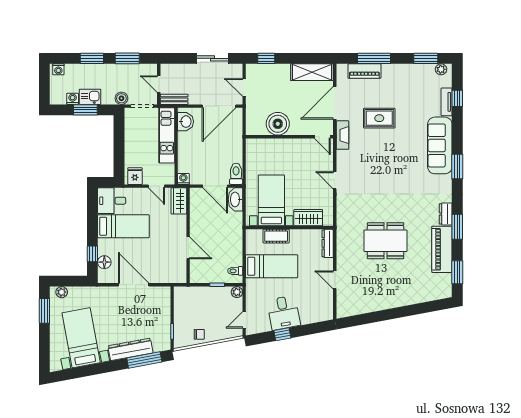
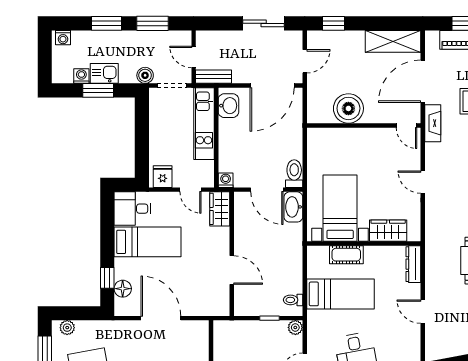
door: (244, 87) -> (305, 61), swing flipped

